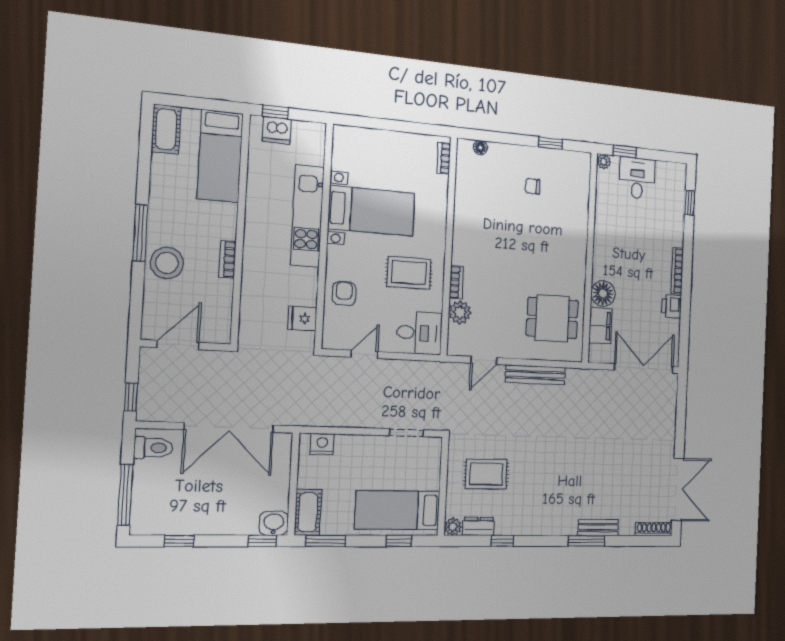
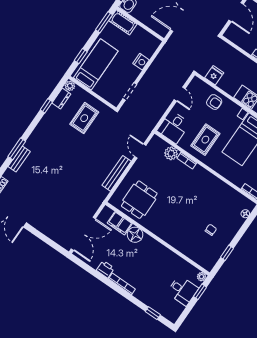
nightstand: (322, 444) -> (141, 62), moved

